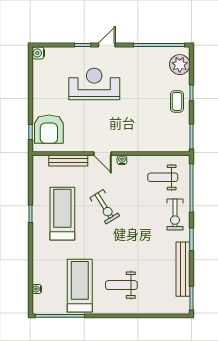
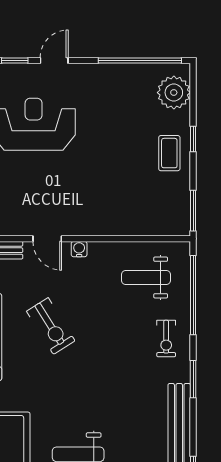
exercise bike: (175, 214) -> (166, 339), width x0.73, depth x0.72

